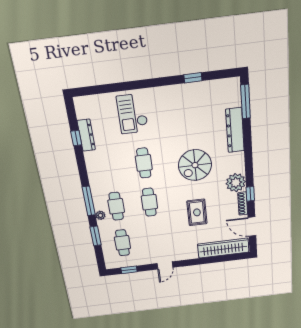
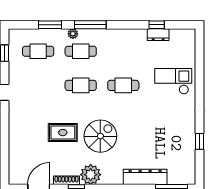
dresser: (86, 135) -> (158, 35), width x0.70
spiral stairs: (195, 165) -> (100, 136), moved, turned 90
wardrobe: (223, 248) -> (17, 157), removed

